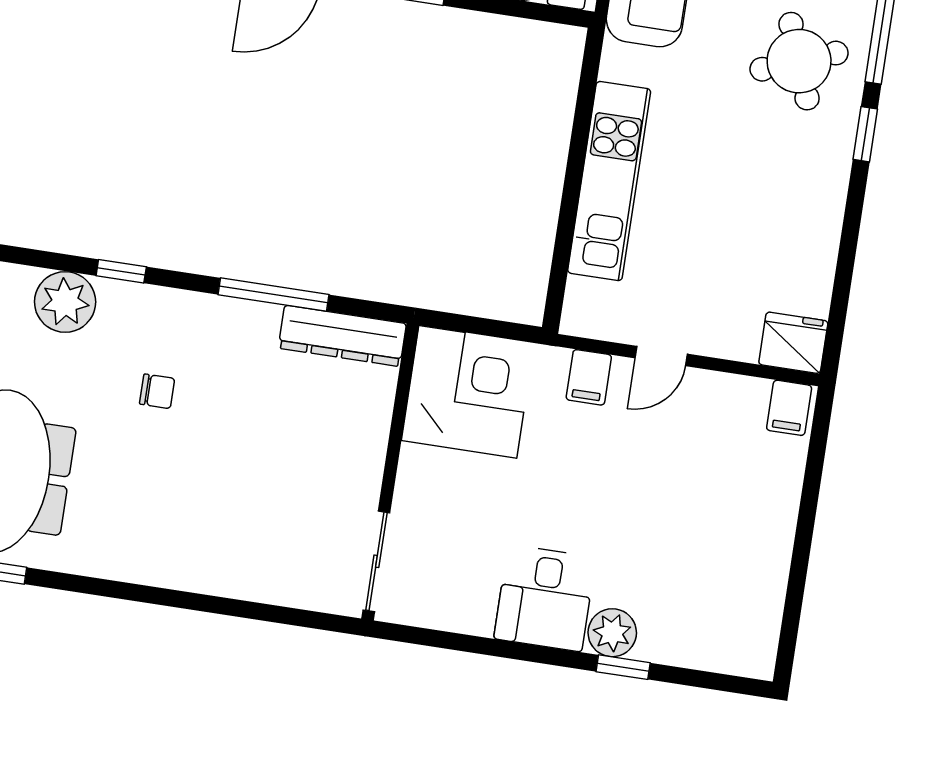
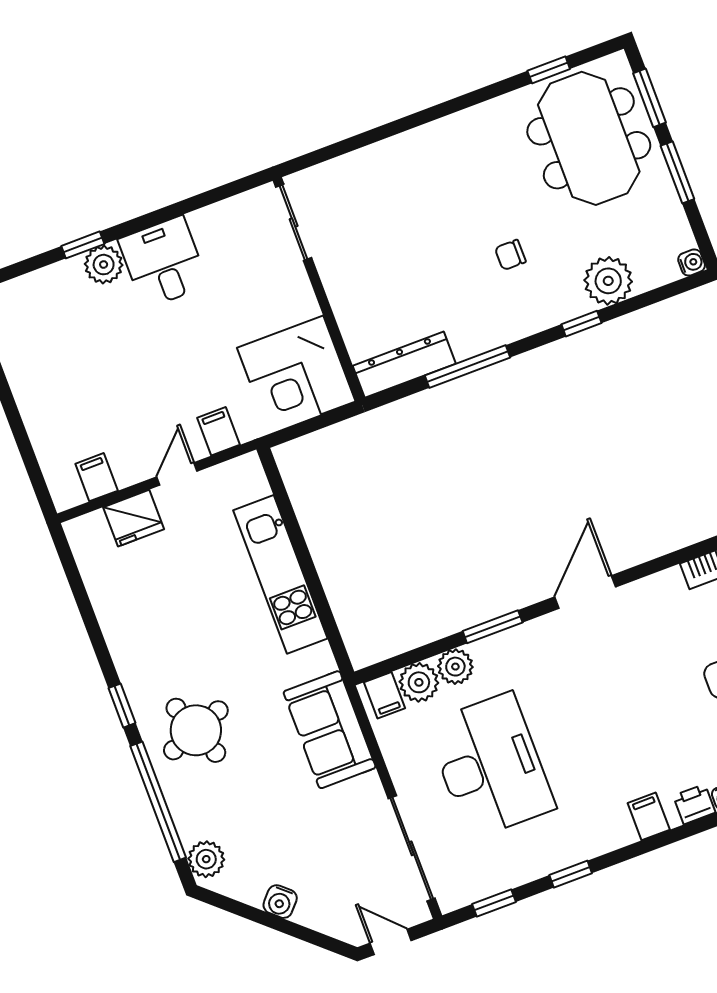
fridge: (793, 343) -> (134, 518), moved
filing cabinet: (789, 408) -> (97, 477), moved

